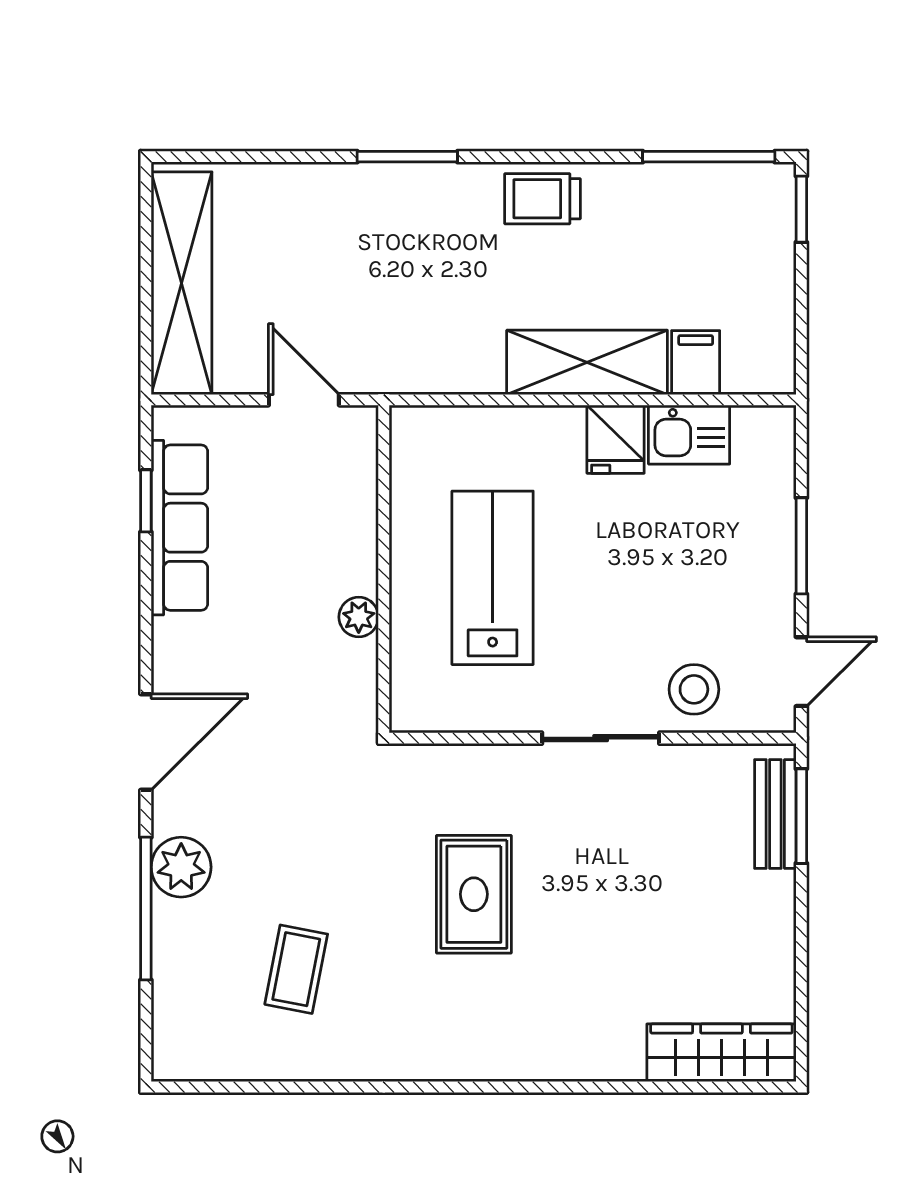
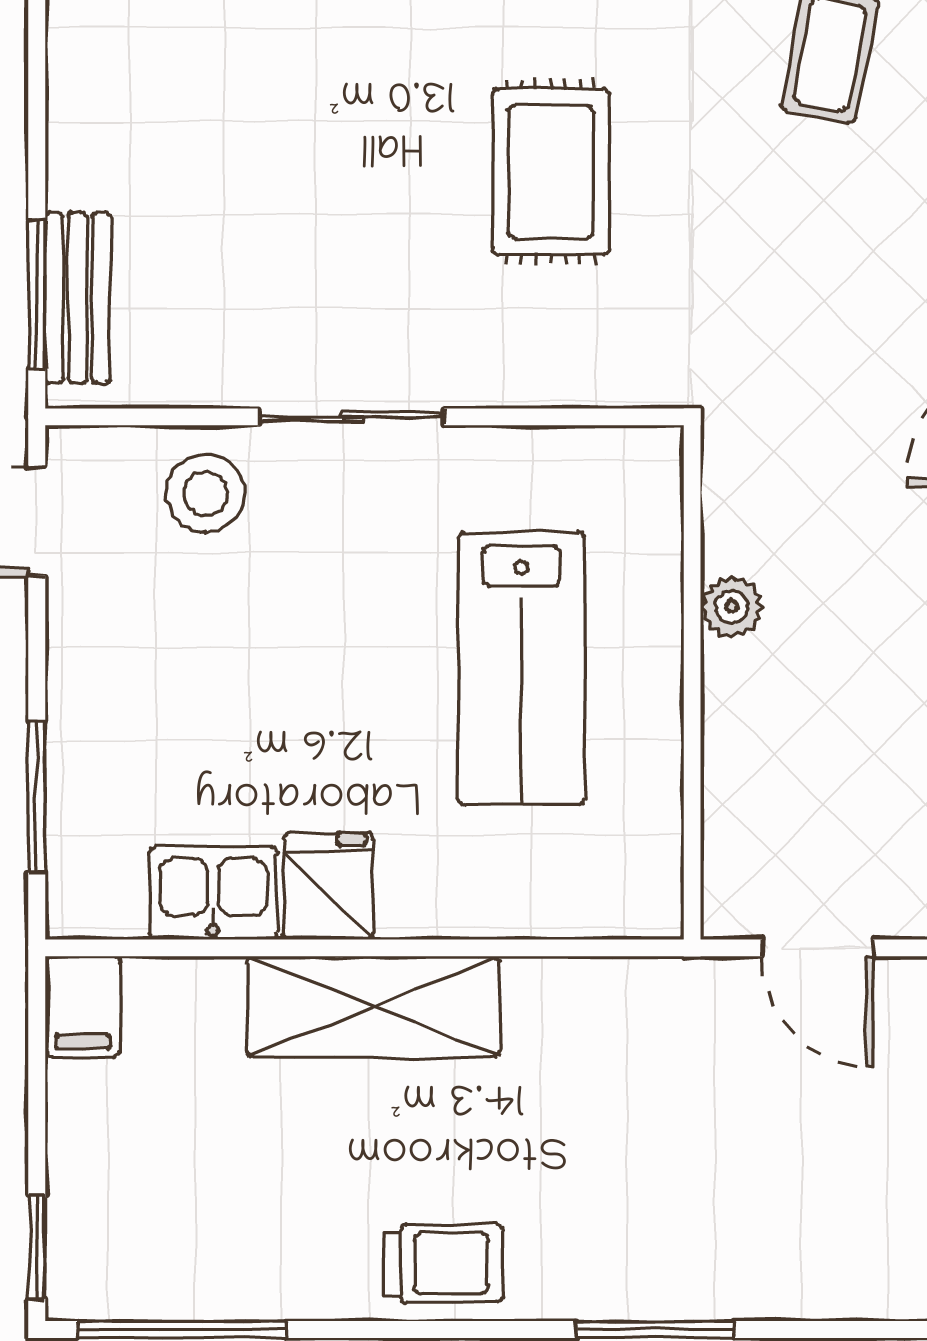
filing cabinet: (696, 363) -> (83, 1006), moved
window: (801, 546) -> (37, 797), moved

